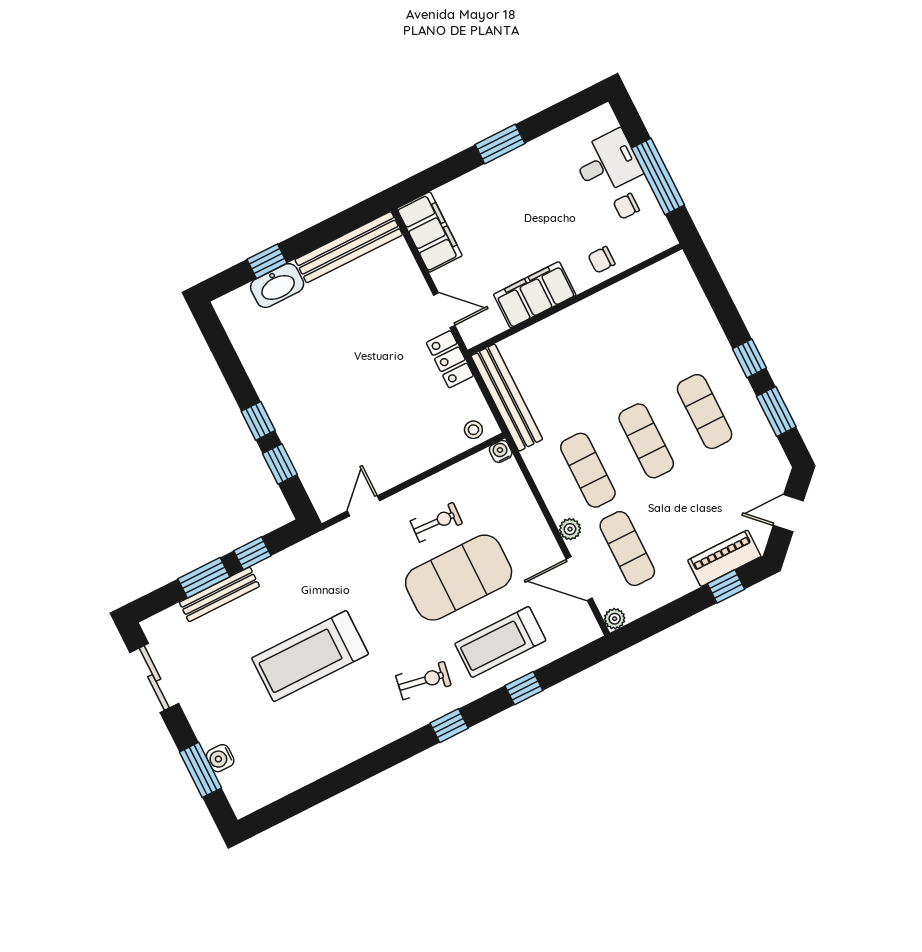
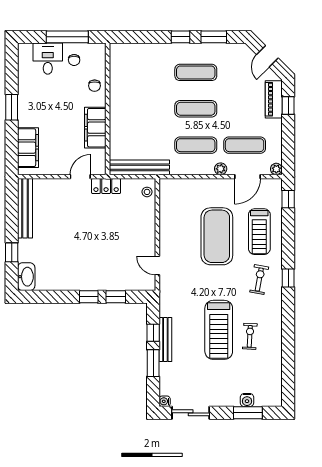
filing cabinet: (429, 232) -> (28, 148), moved, turned 90
washbasin: (277, 286) -> (26, 277), moved
water cooler: (501, 451) -> (165, 401), moved
exercise bike: (436, 522) -> (250, 336), moved
bench: (219, 594) -> (165, 339), moved
window: (524, 688) -> (288, 199), moved

